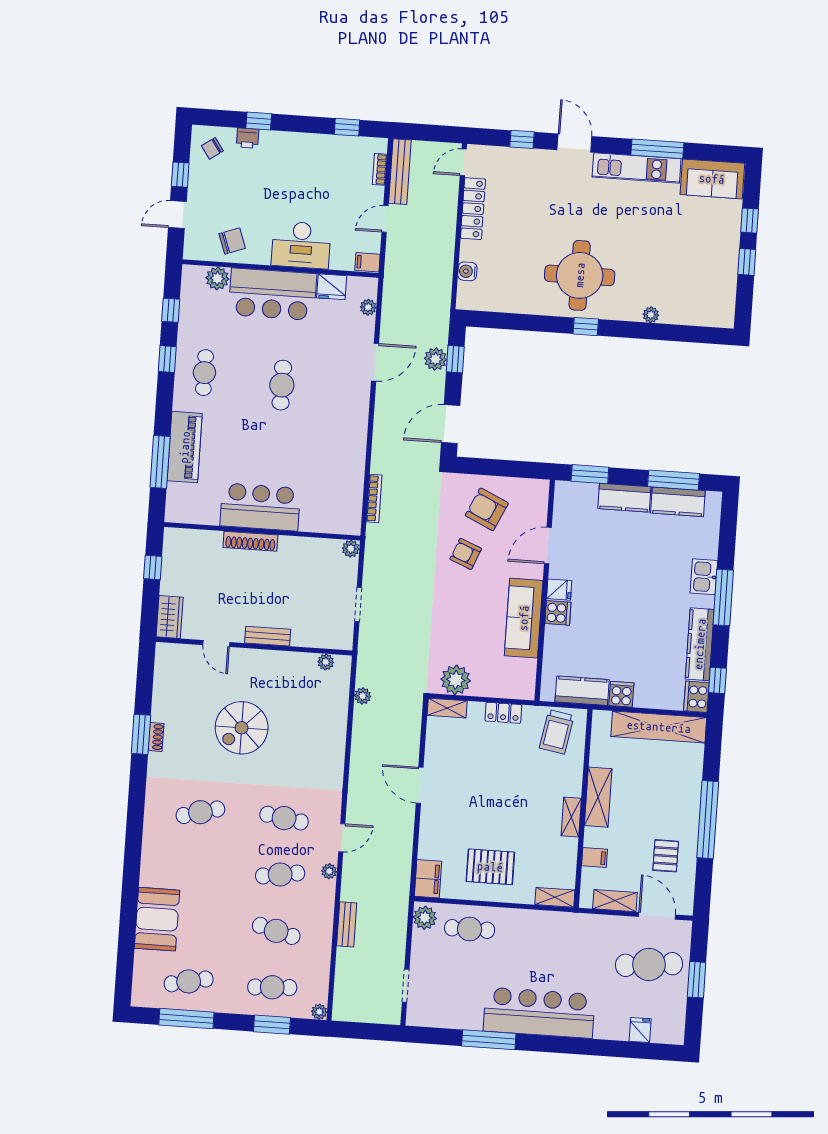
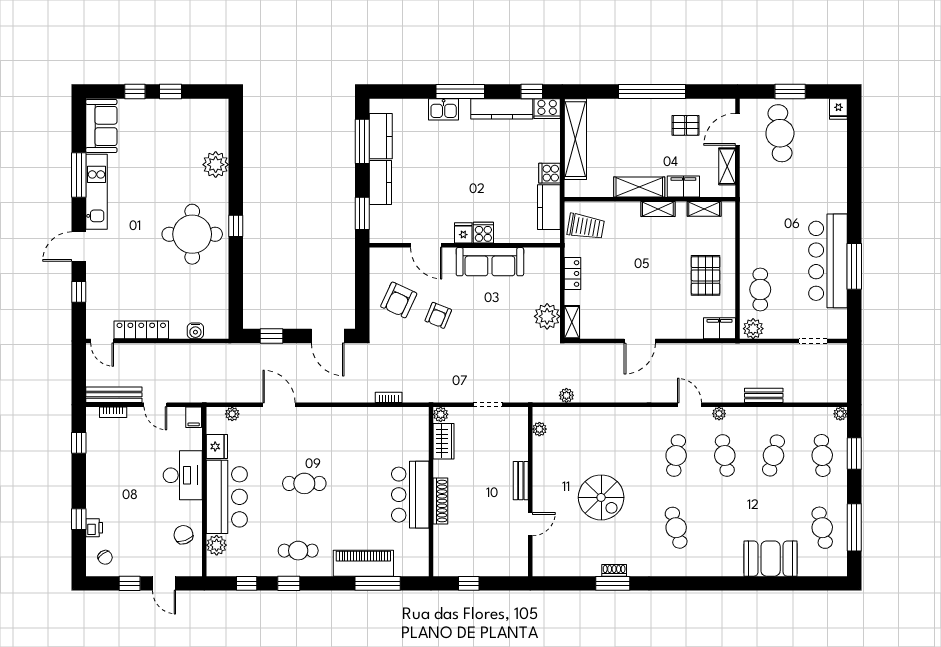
plant: (651, 315) -> (216, 165), width x1.88, depth x1.88
plant: (435, 359) -> (273, 353), removed
bookcase: (374, 498) -> (389, 397), width x0.64
wardrobe: (170, 617) -> (444, 441), moved, turned 90
filing cabinet: (594, 858) -> (683, 186), width x2.00
shelving: (555, 897) -> (704, 209), moved, turned 90
bar counter: (539, 1013) -> (828, 261), moved
fridge: (640, 1030) -> (838, 109), moved, turned -90

